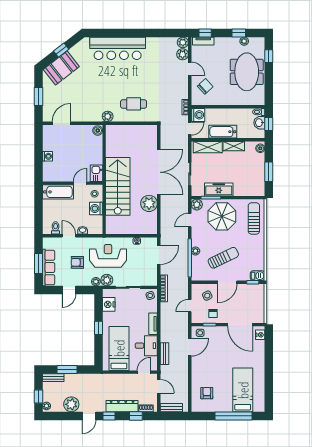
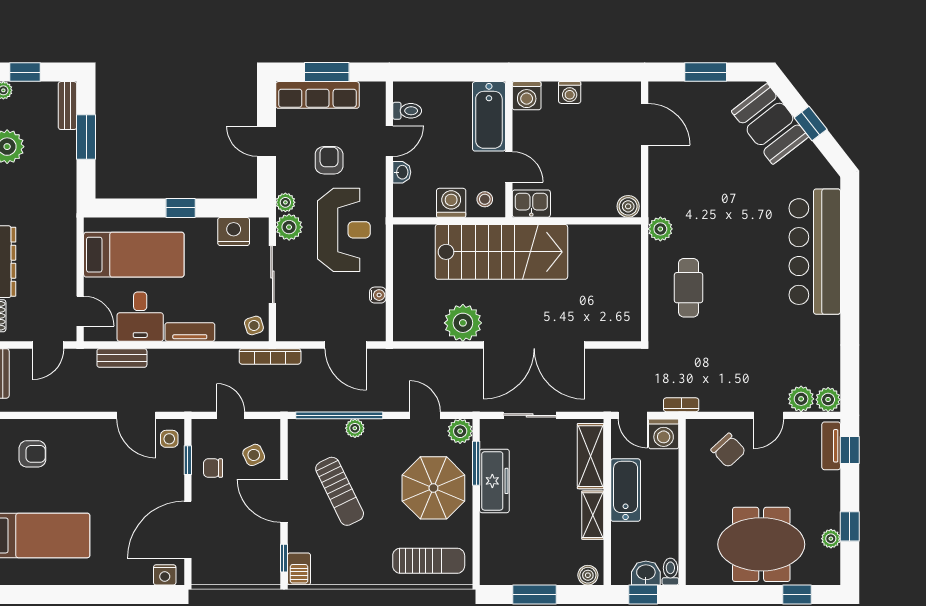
washing machine: (49, 175) -> (527, 96), added

